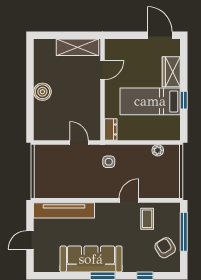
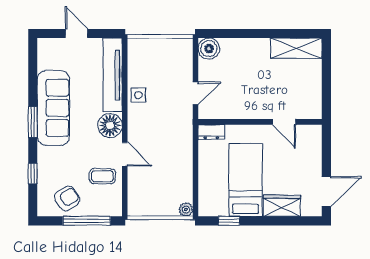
shelving: (77, 47) -> (296, 48), moved, turned 90
boiler: (42, 92) -> (209, 49), moved
window: (184, 100) -> (229, 221), moved
plant: (158, 150) -> (186, 210), moved
side table: (109, 162) -> (138, 95), moved
floor lamp: (106, 212) -> (110, 126), added

